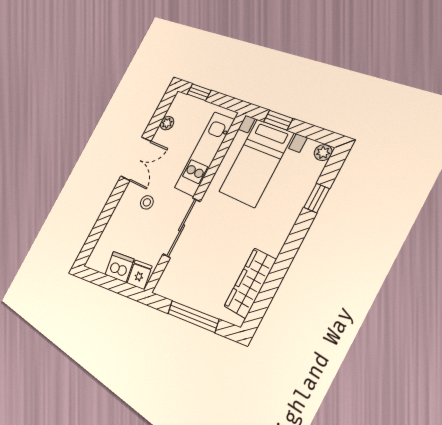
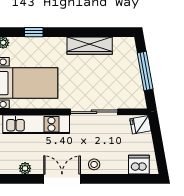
stool: (147, 202) -> (94, 164), moved
dishwasher: (119, 267) -> (139, 165), moved, turned 100
wardrobe: (250, 283) -> (90, 46), moved

